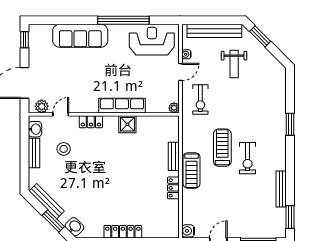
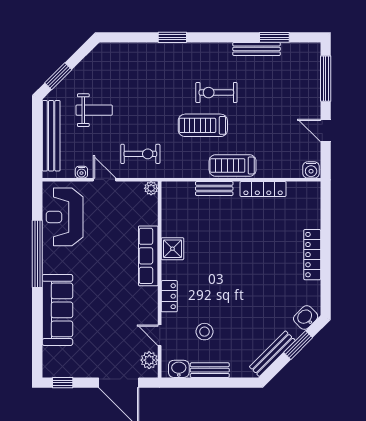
exercise bike: (248, 158) -> (216, 93), turned 180
treadmill: (191, 170) -> (233, 165), turned 180
locker: (173, 188) -> (263, 189), width x1.53
window: (290, 217) -> (274, 37), moved

